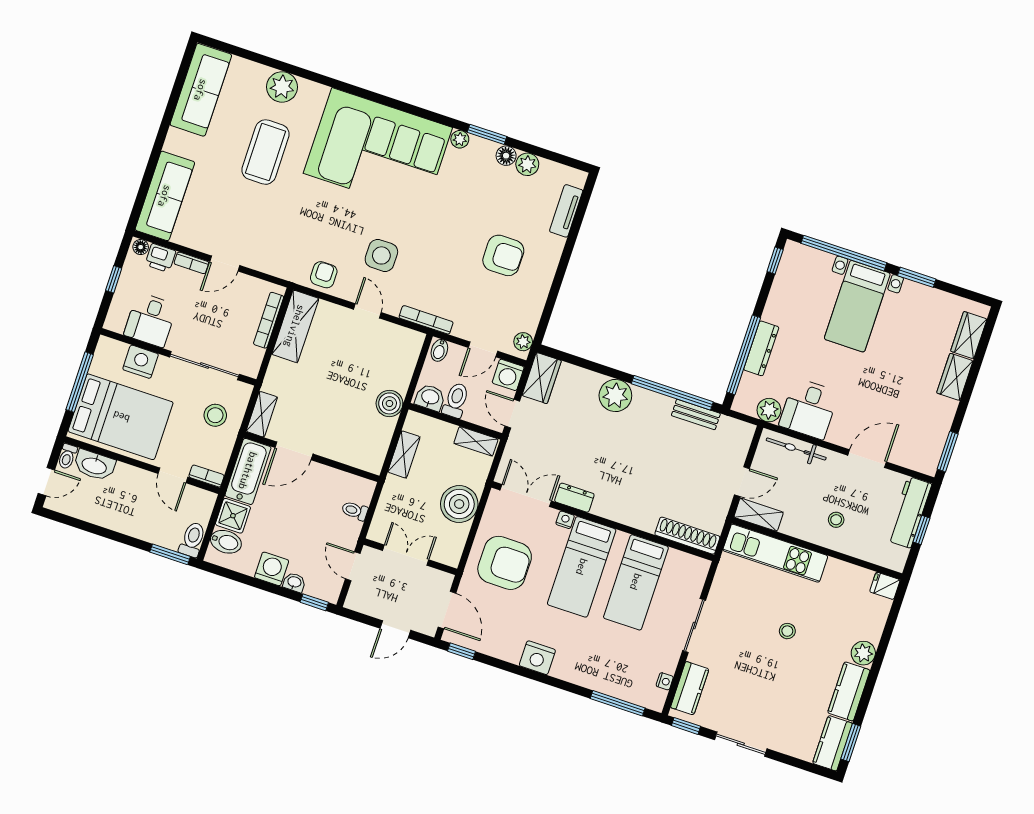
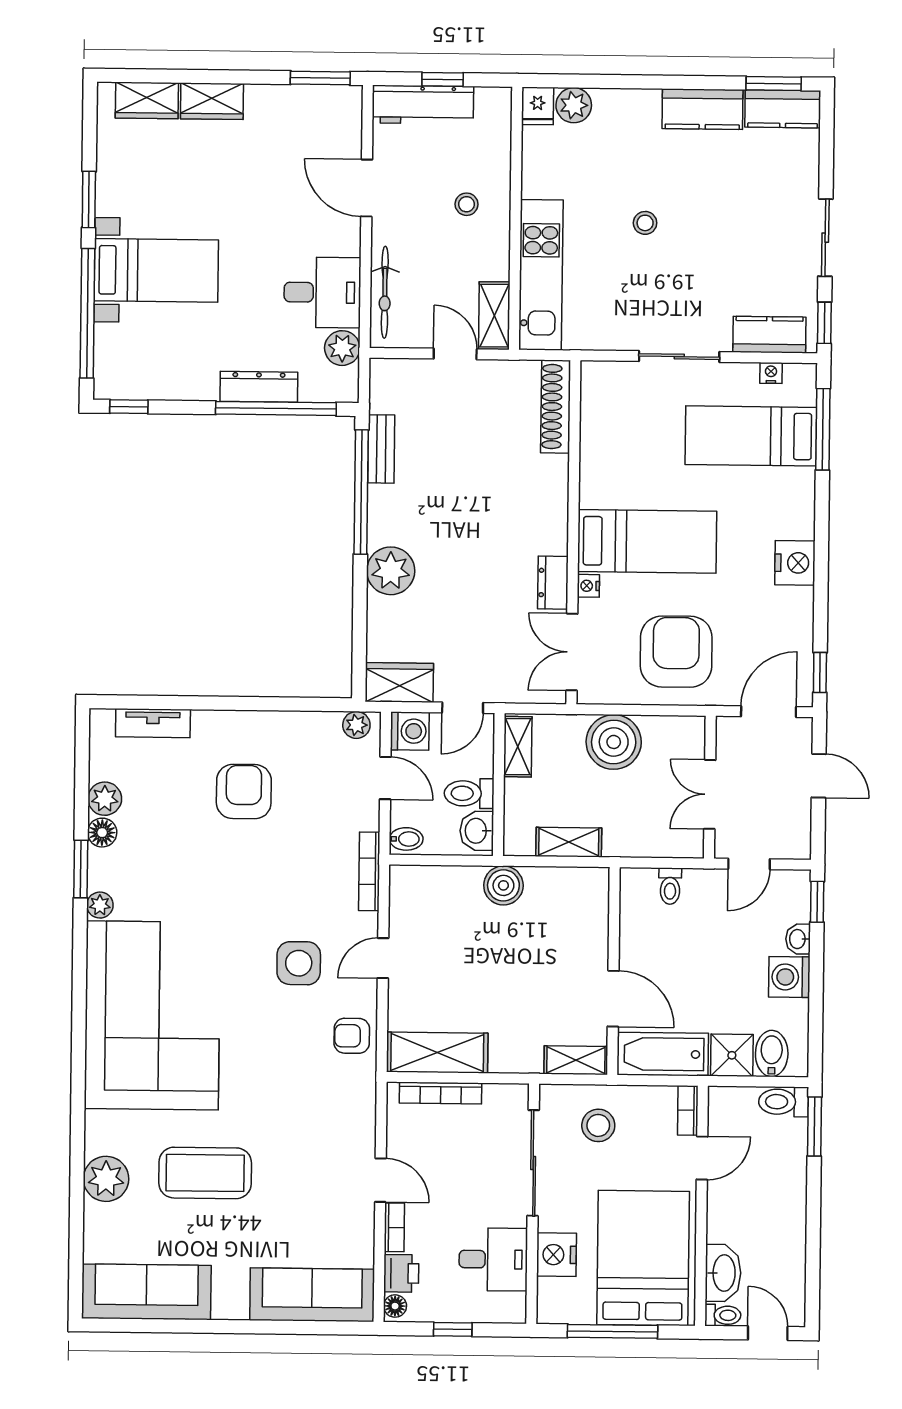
bed: (636, 582) -> (751, 436), moved, turned 180
plant: (863, 653) -> (574, 105), moved

